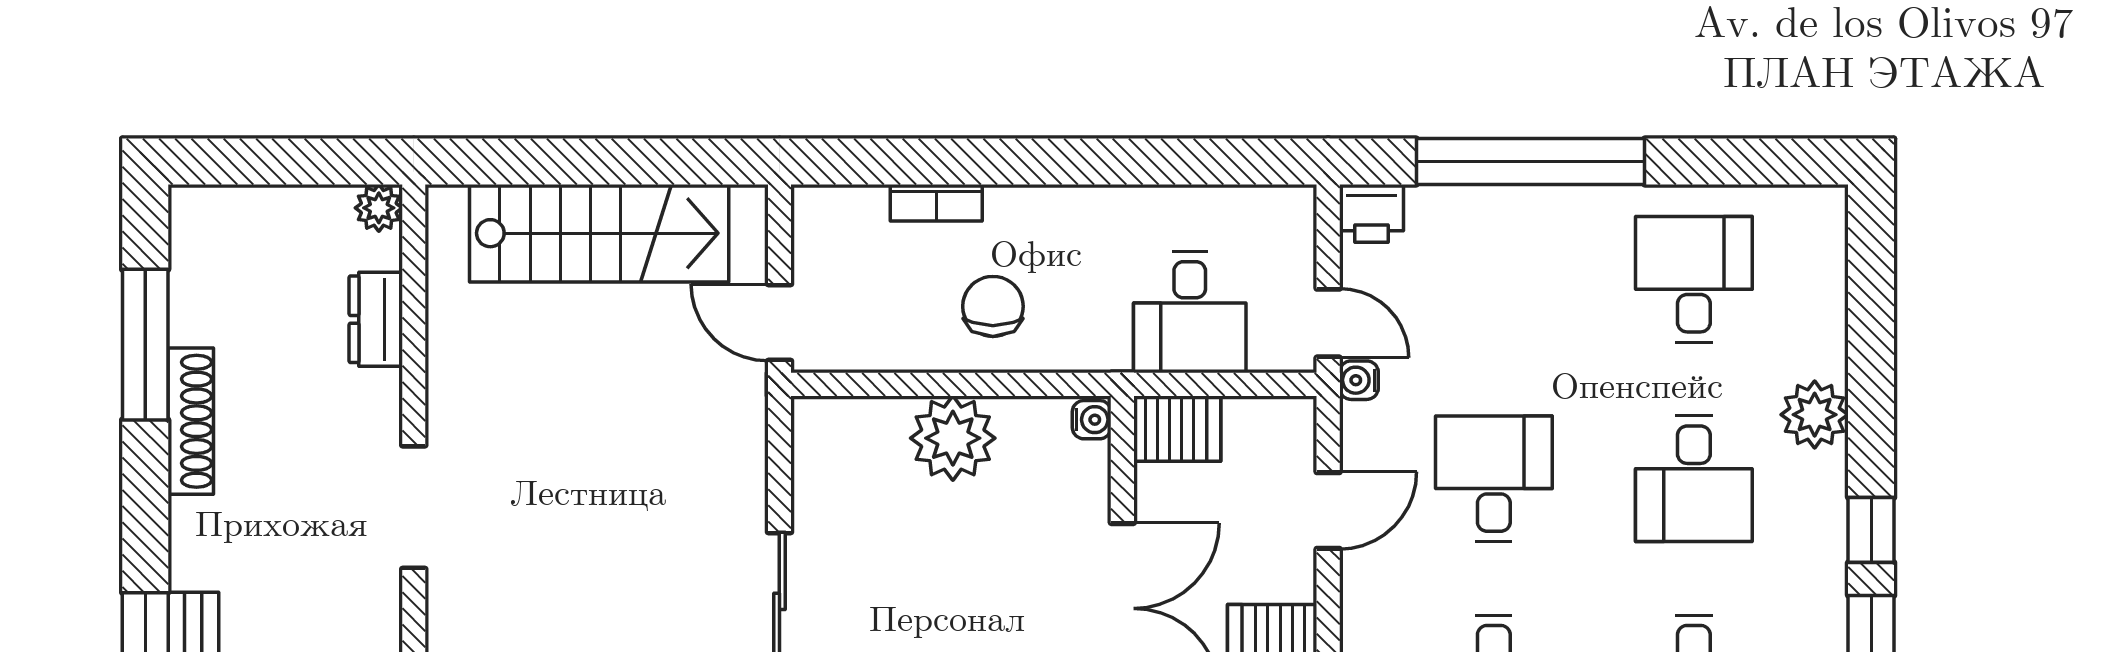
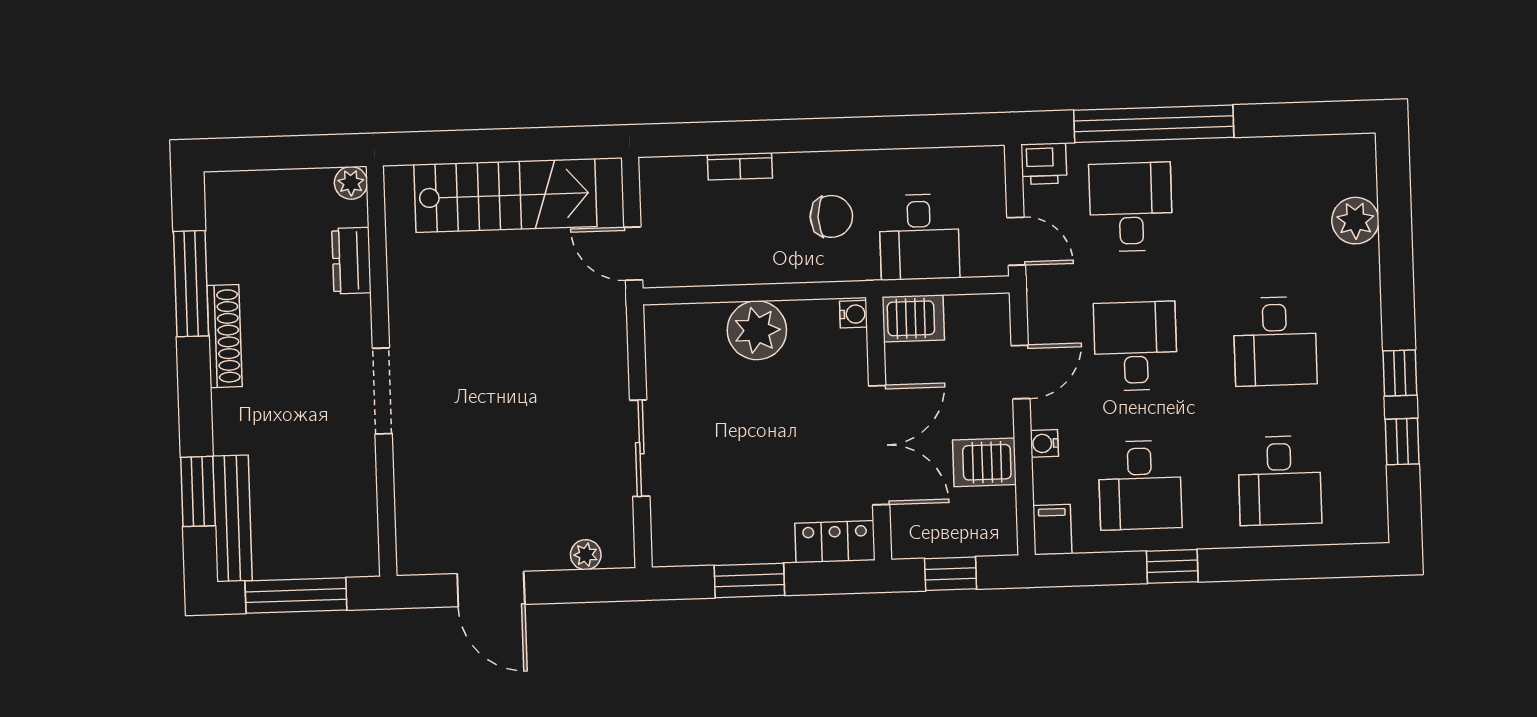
desk: (1694, 279) -> (1131, 207), moved
chair: (993, 306) -> (831, 216), moved, turned 90
water cooler: (1359, 380) -> (1044, 443), moved
plant: (1815, 415) -> (1355, 221), moved

